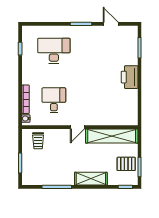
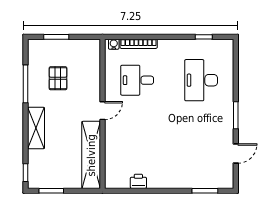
desk: (54, 51) -> (201, 80), turned 180
printer: (130, 77) -> (138, 181), moved, width x0.53, depth x0.68
desk: (54, 100) -> (137, 80), turned 180
door: (77, 127) -> (102, 111), swing flipped
trolley: (38, 141) -> (85, 60), removed
pallet: (126, 164) -> (58, 78), moved

